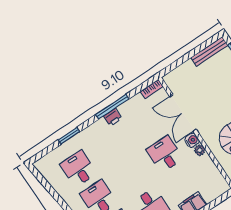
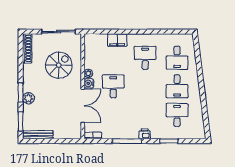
printer: (113, 117) -> (145, 134), moved
desk: (165, 154) -> (113, 86), turned 180
desk: (78, 169) -> (177, 115), turned 180

